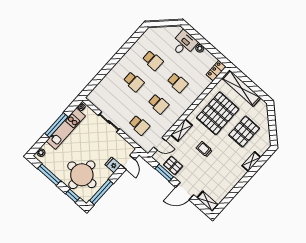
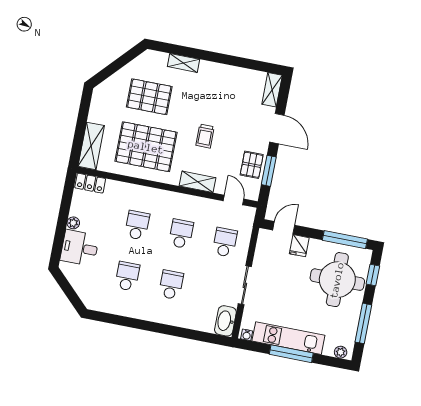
shelving: (241, 88) -> (91, 146), width x0.68
washbasin: (96, 100) -> (225, 321), added

